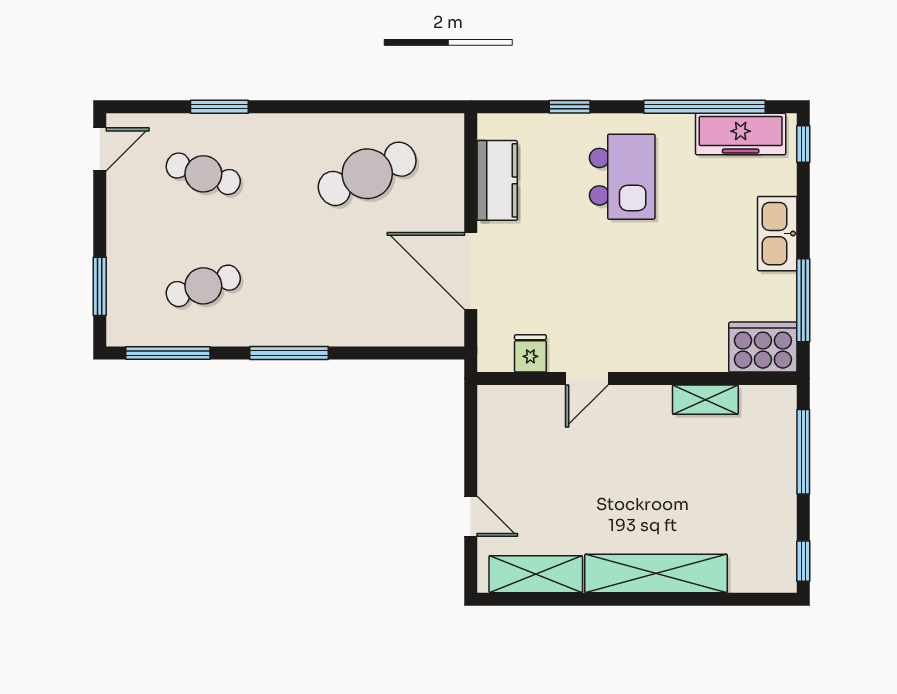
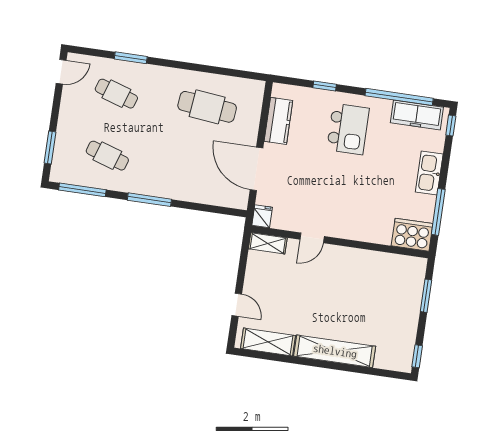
cafe table: (367, 174) -> (207, 107), turned 30
cafe table: (203, 286) -> (107, 156), turned 36
fridge: (530, 353) -> (262, 216), moved
shelving: (705, 400) -> (268, 243), moved
window: (803, 452) -> (426, 296), width x0.69

